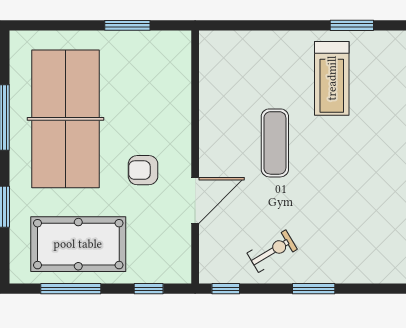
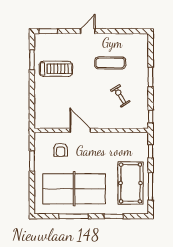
exercise mat: (275, 143) -> (110, 63), moved
armchair: (143, 170) -> (61, 150), moved
door: (195, 200) -> (80, 130), moved
exercise bike: (272, 251) -> (120, 96), moved

